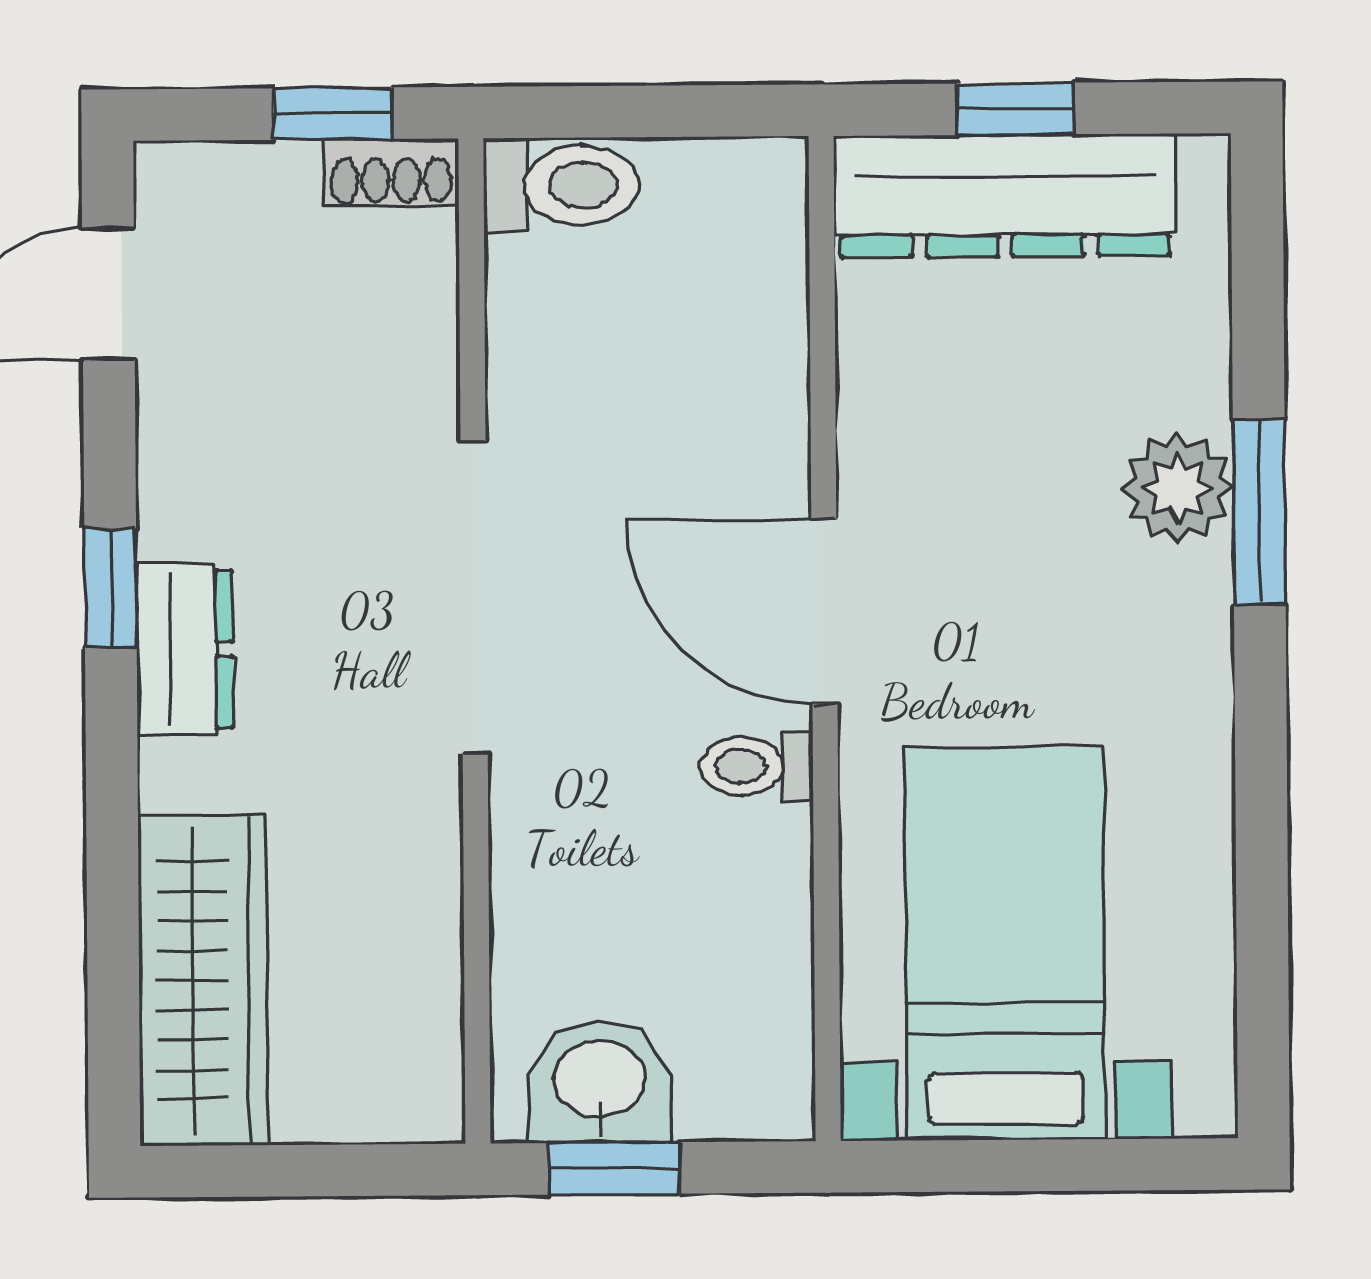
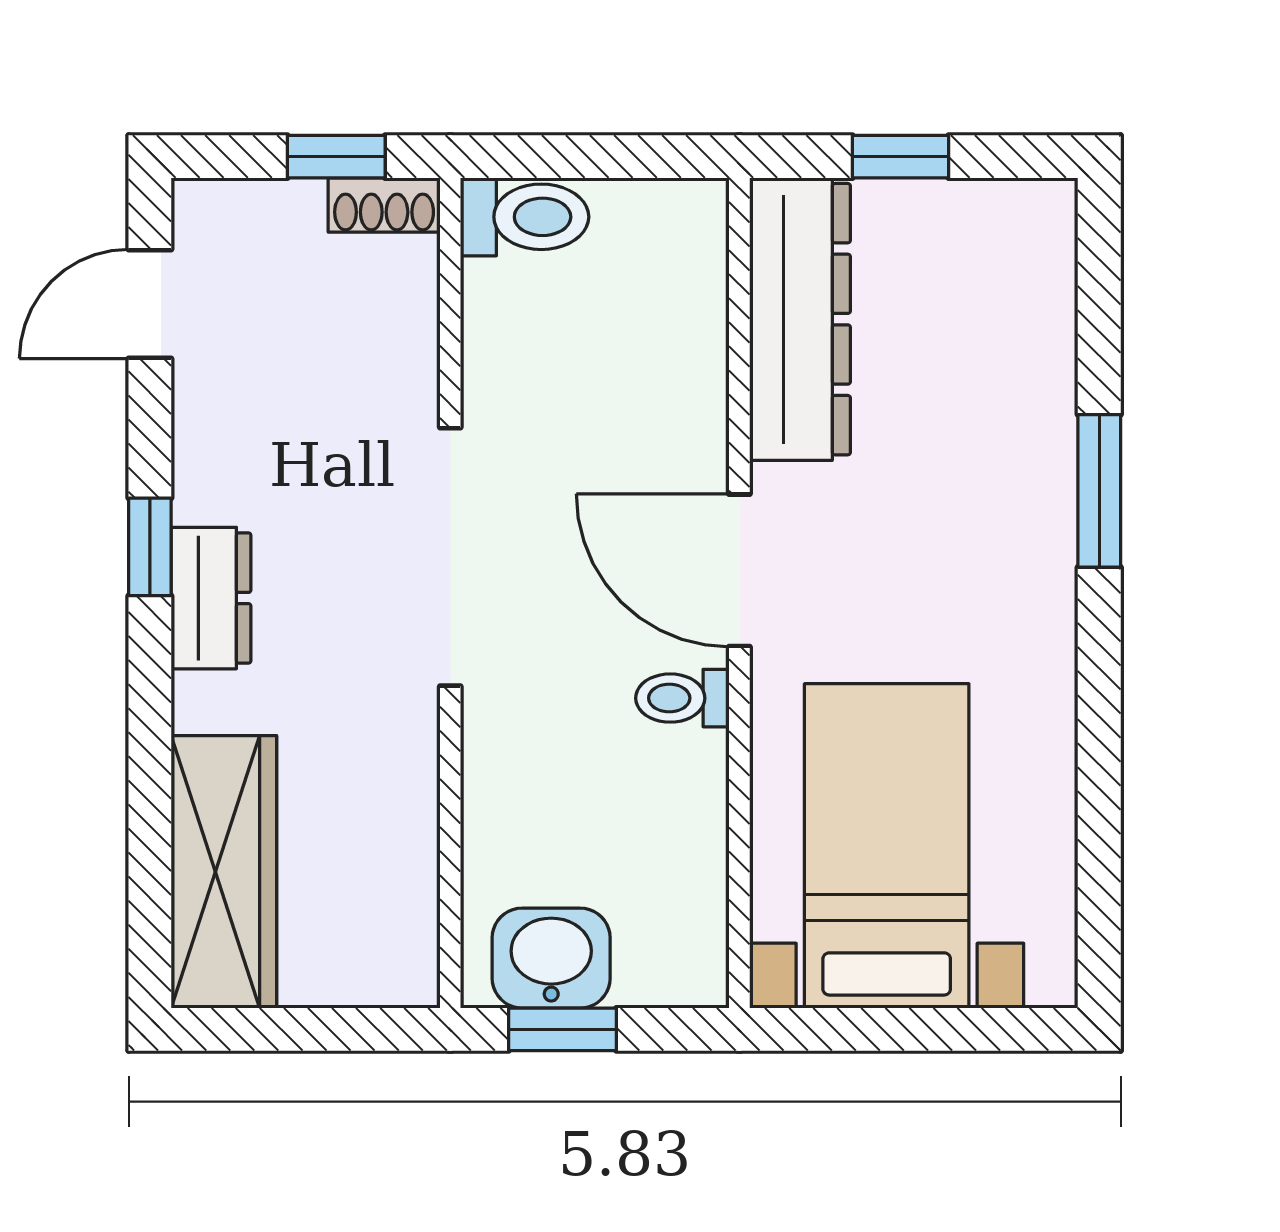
dresser: (1005, 196) -> (800, 319), moved, turned -90
plant: (1178, 488) -> (1032, 470), removed

